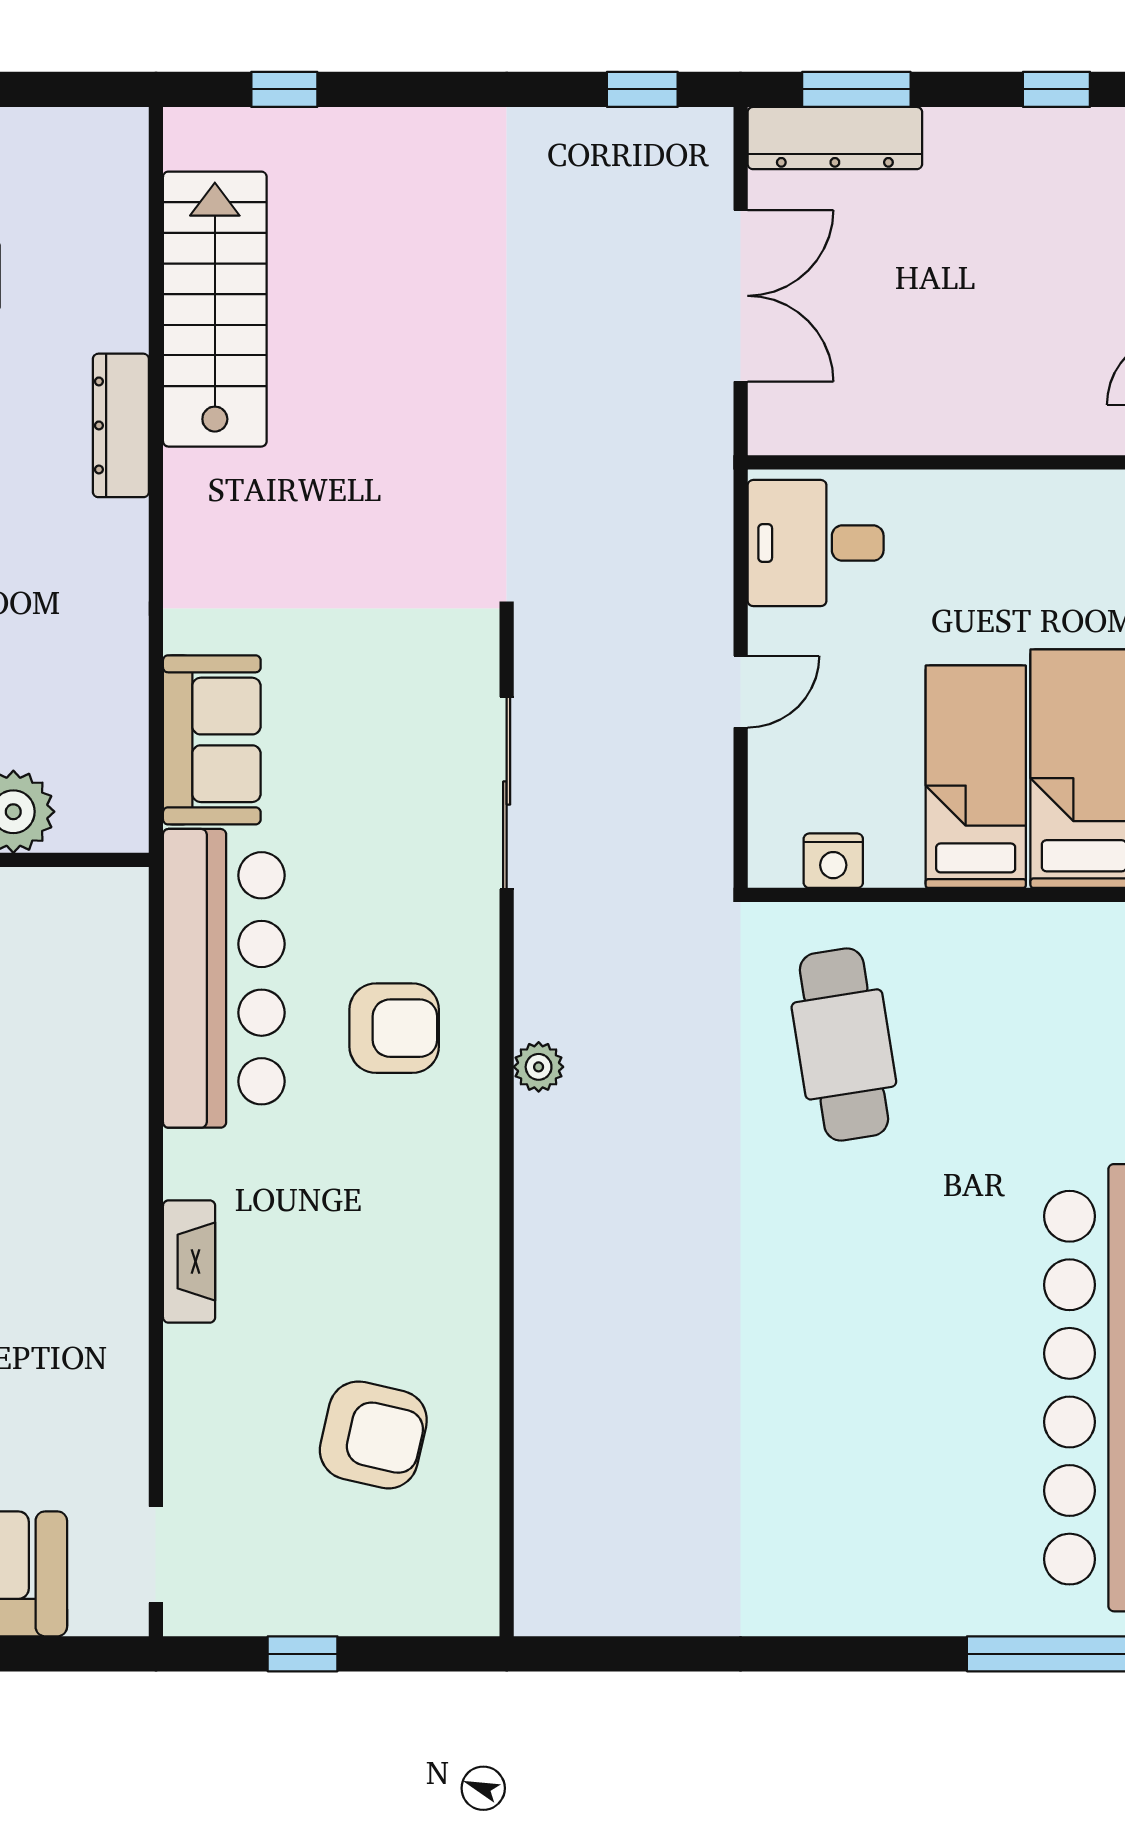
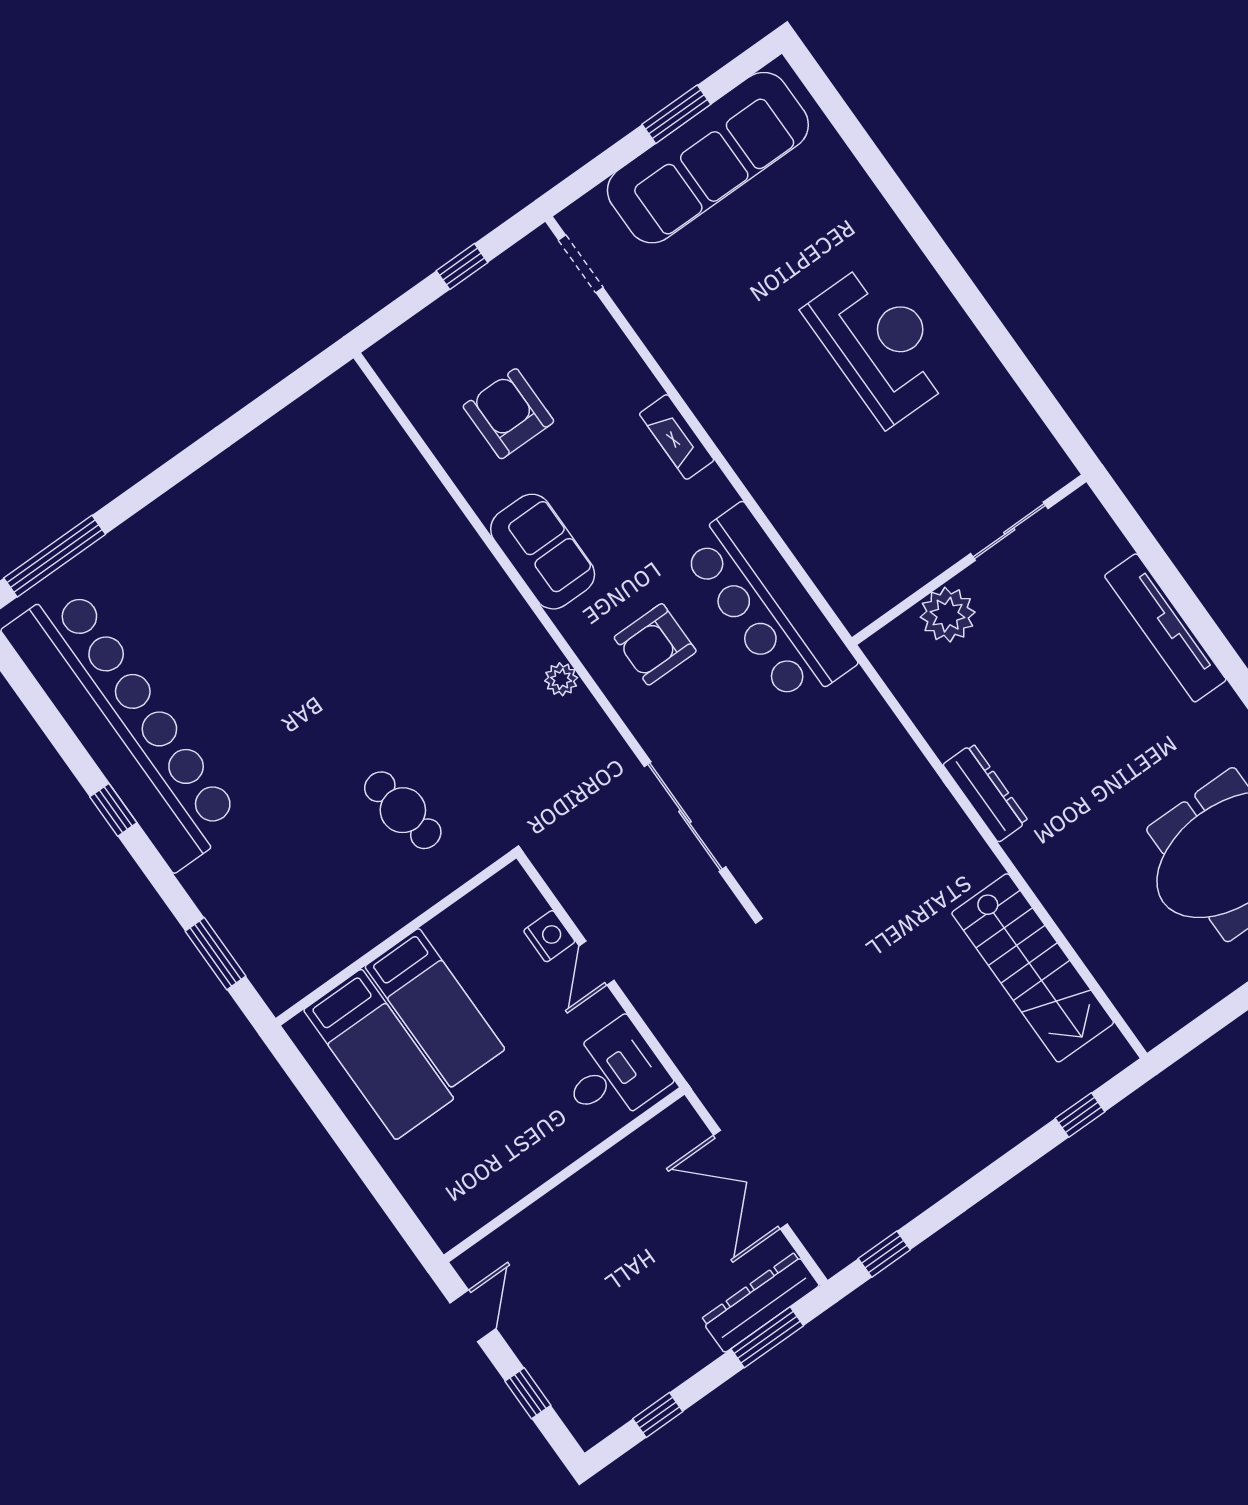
dresser: (121, 425) -> (986, 793), moved
sofa: (212, 740) -> (543, 552), moved, turned 180
nightstand: (833, 861) -> (549, 936), moved, turned 90
cafe table: (844, 1044) -> (403, 810), width x0.73, depth x0.74
armchair: (373, 1435) -> (508, 414), turned 77

